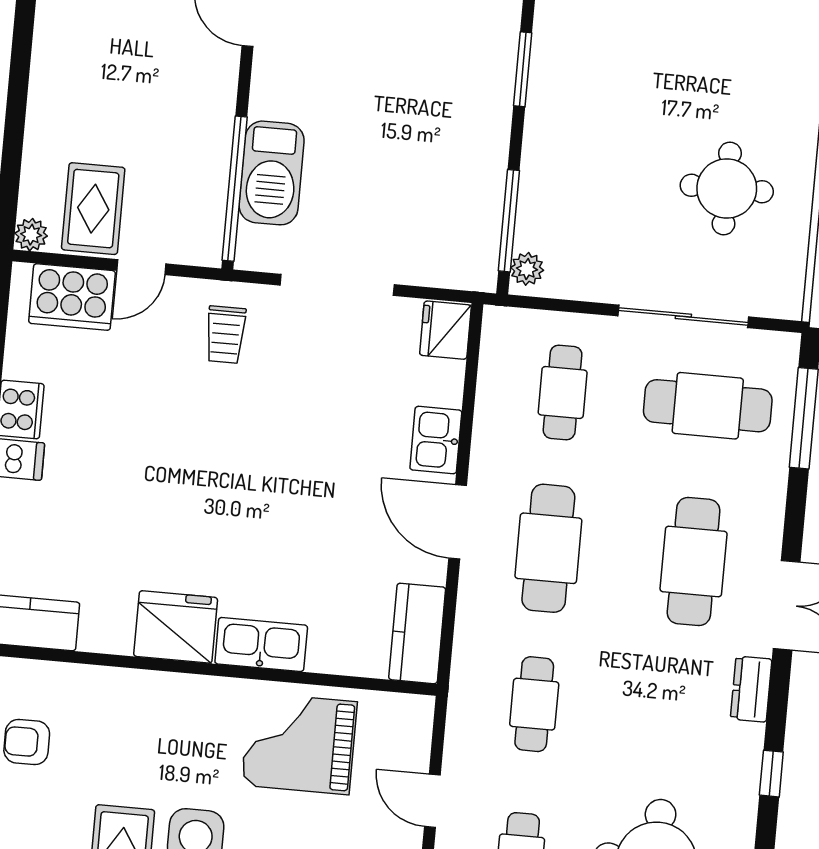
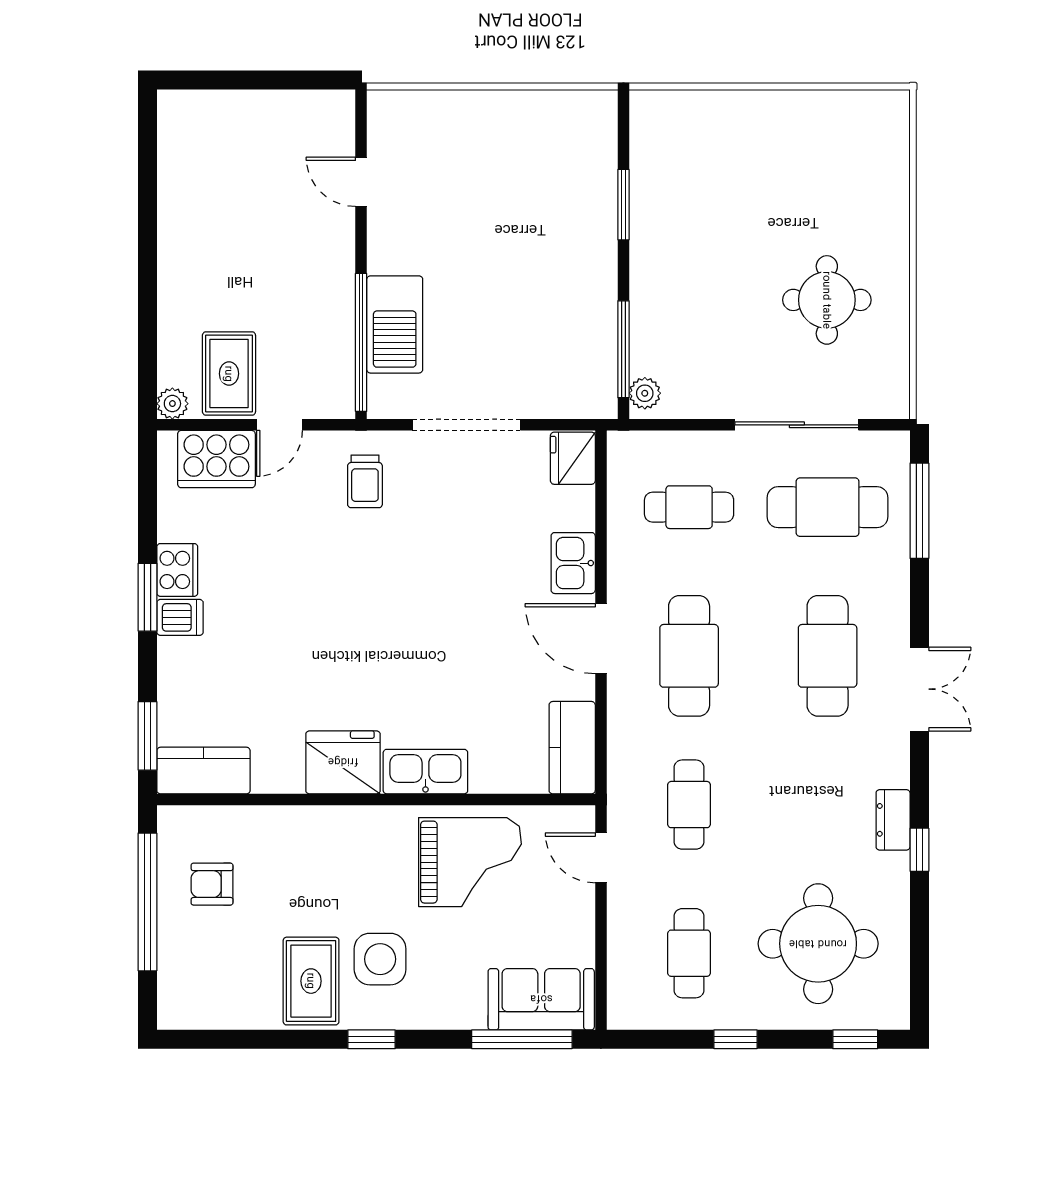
cafe table: (563, 392) -> (689, 507), turned 90
dresser: (751, 689) -> (893, 820), moved
grand piano: (299, 744) -> (470, 862), turned 180
door: (432, 801) -> (601, 858), moved

